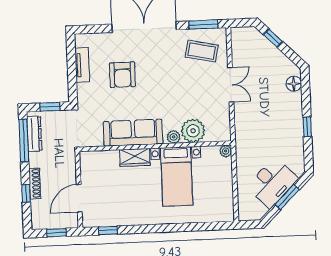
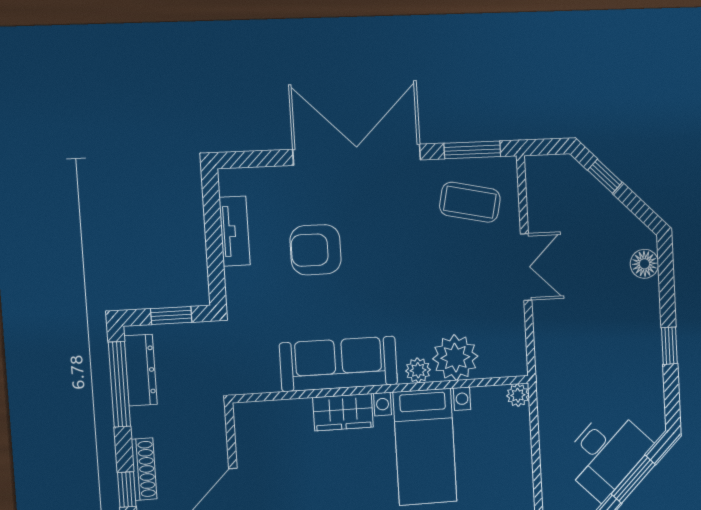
armchair: (122, 75) -> (316, 250), turned 90

